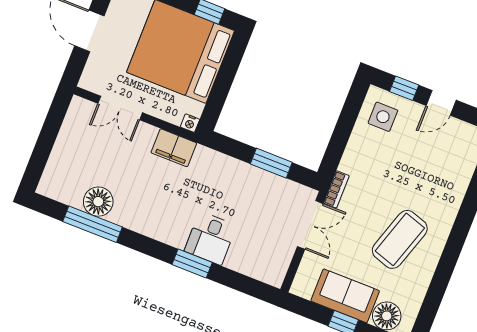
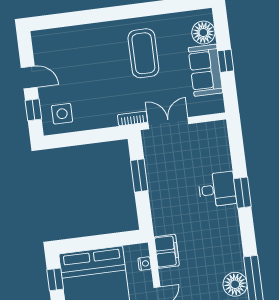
nightstand: (190, 123) -> (145, 264), moved
coffee table: (400, 239) -> (143, 53), turned 72

